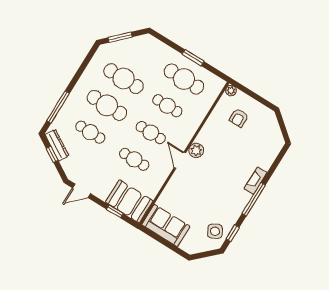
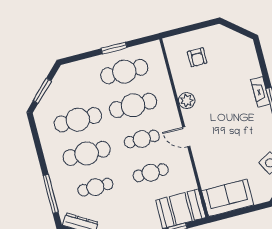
plant: (231, 91) -> (169, 43), removed
cafe table: (167, 106) -> (133, 105), width x1.37, depth x1.35
plant: (196, 150) -> (187, 101), moved

